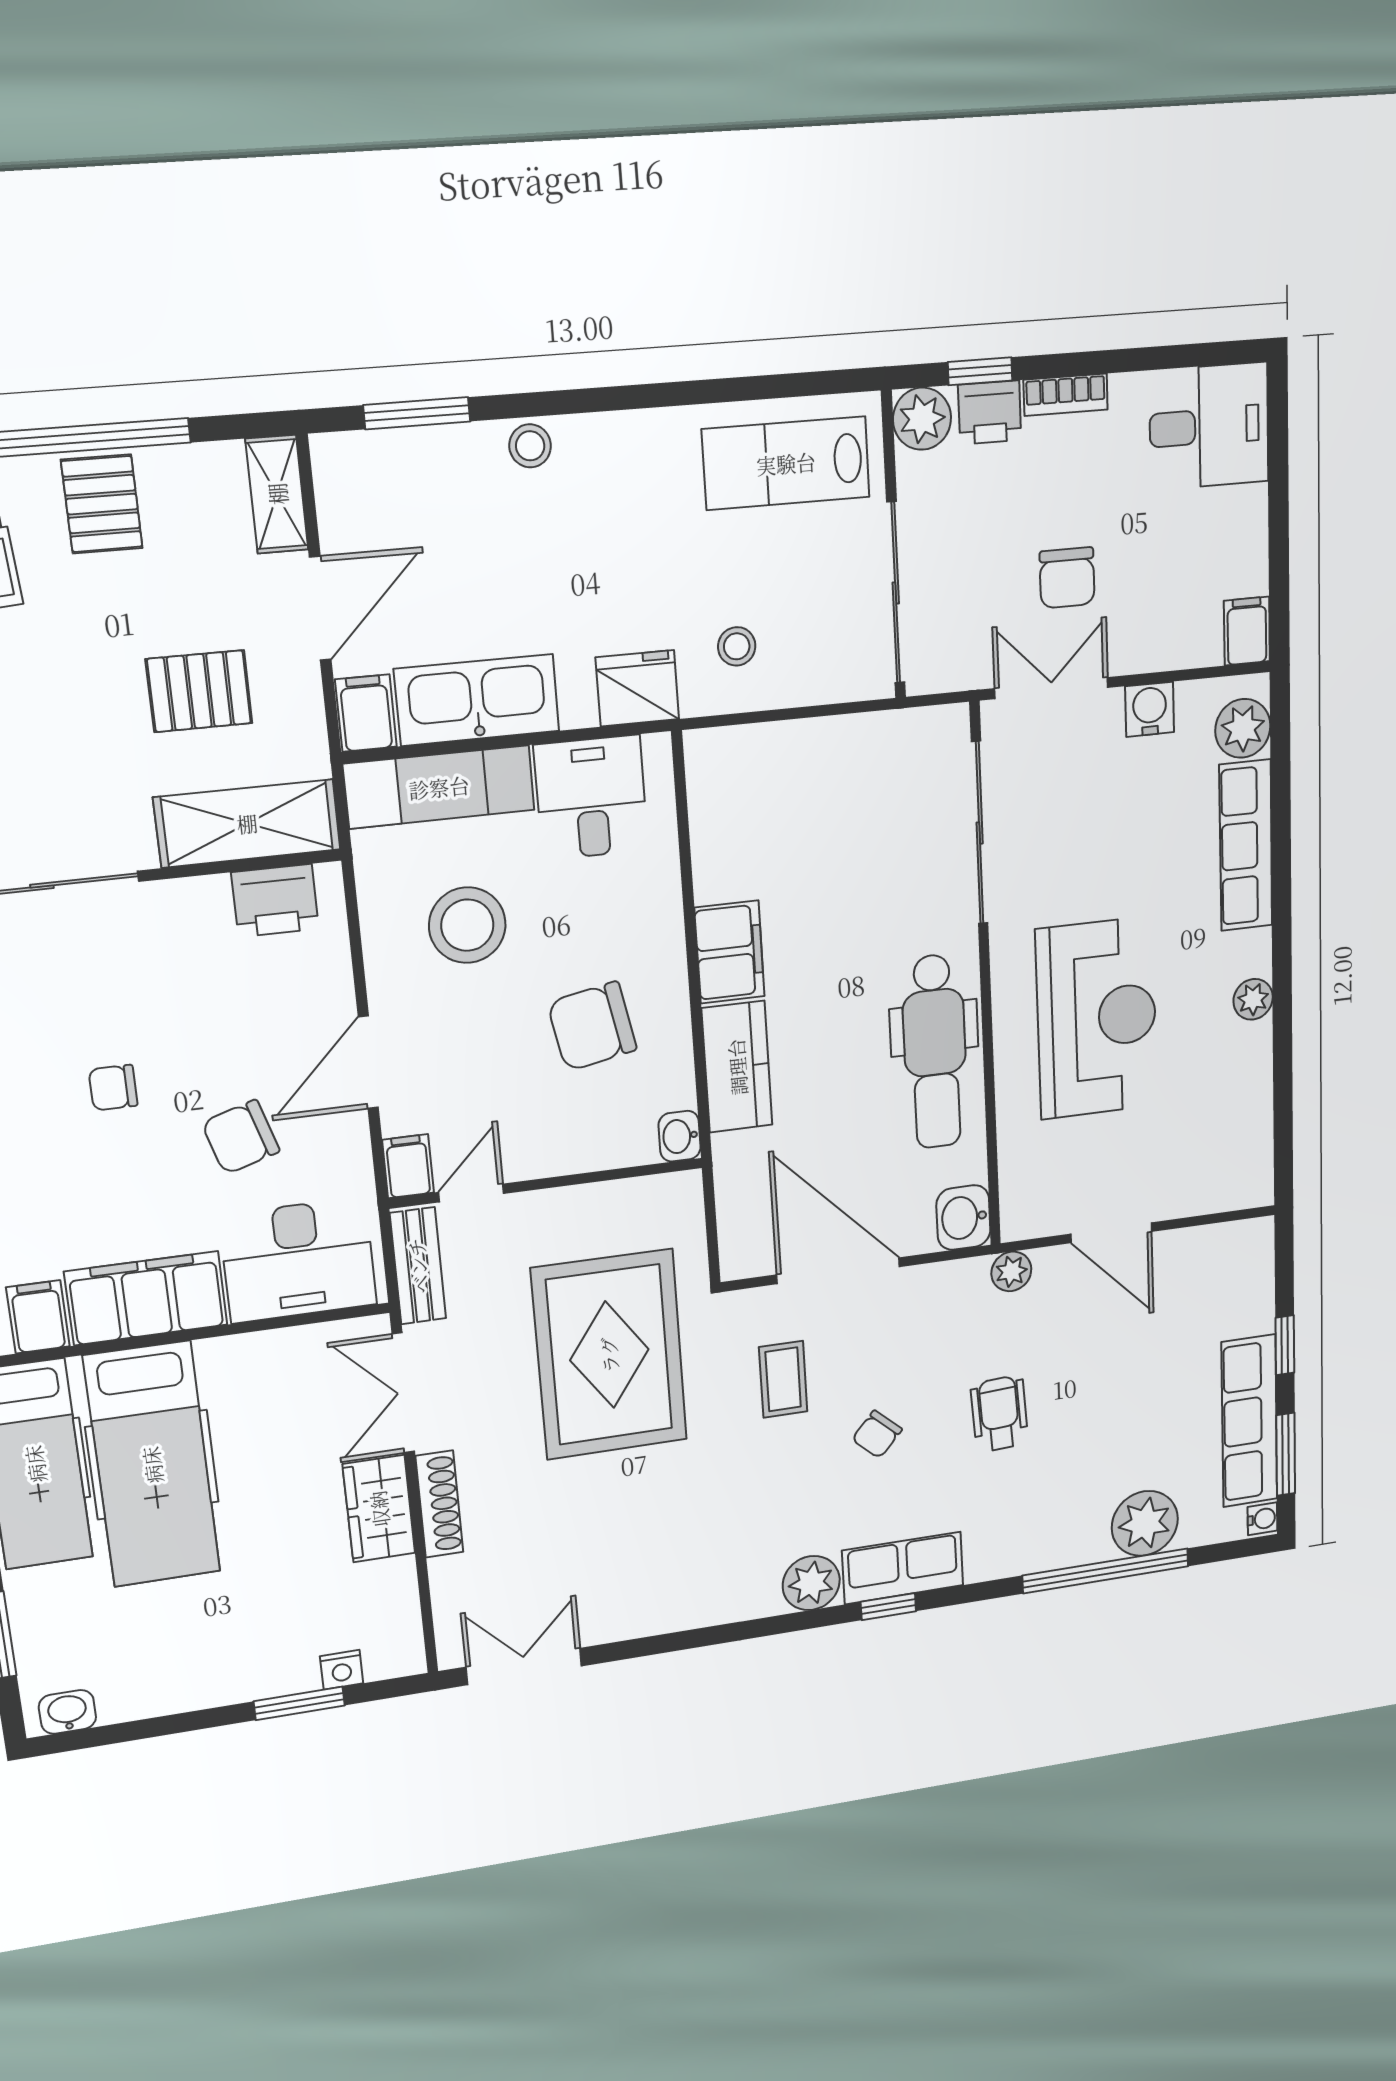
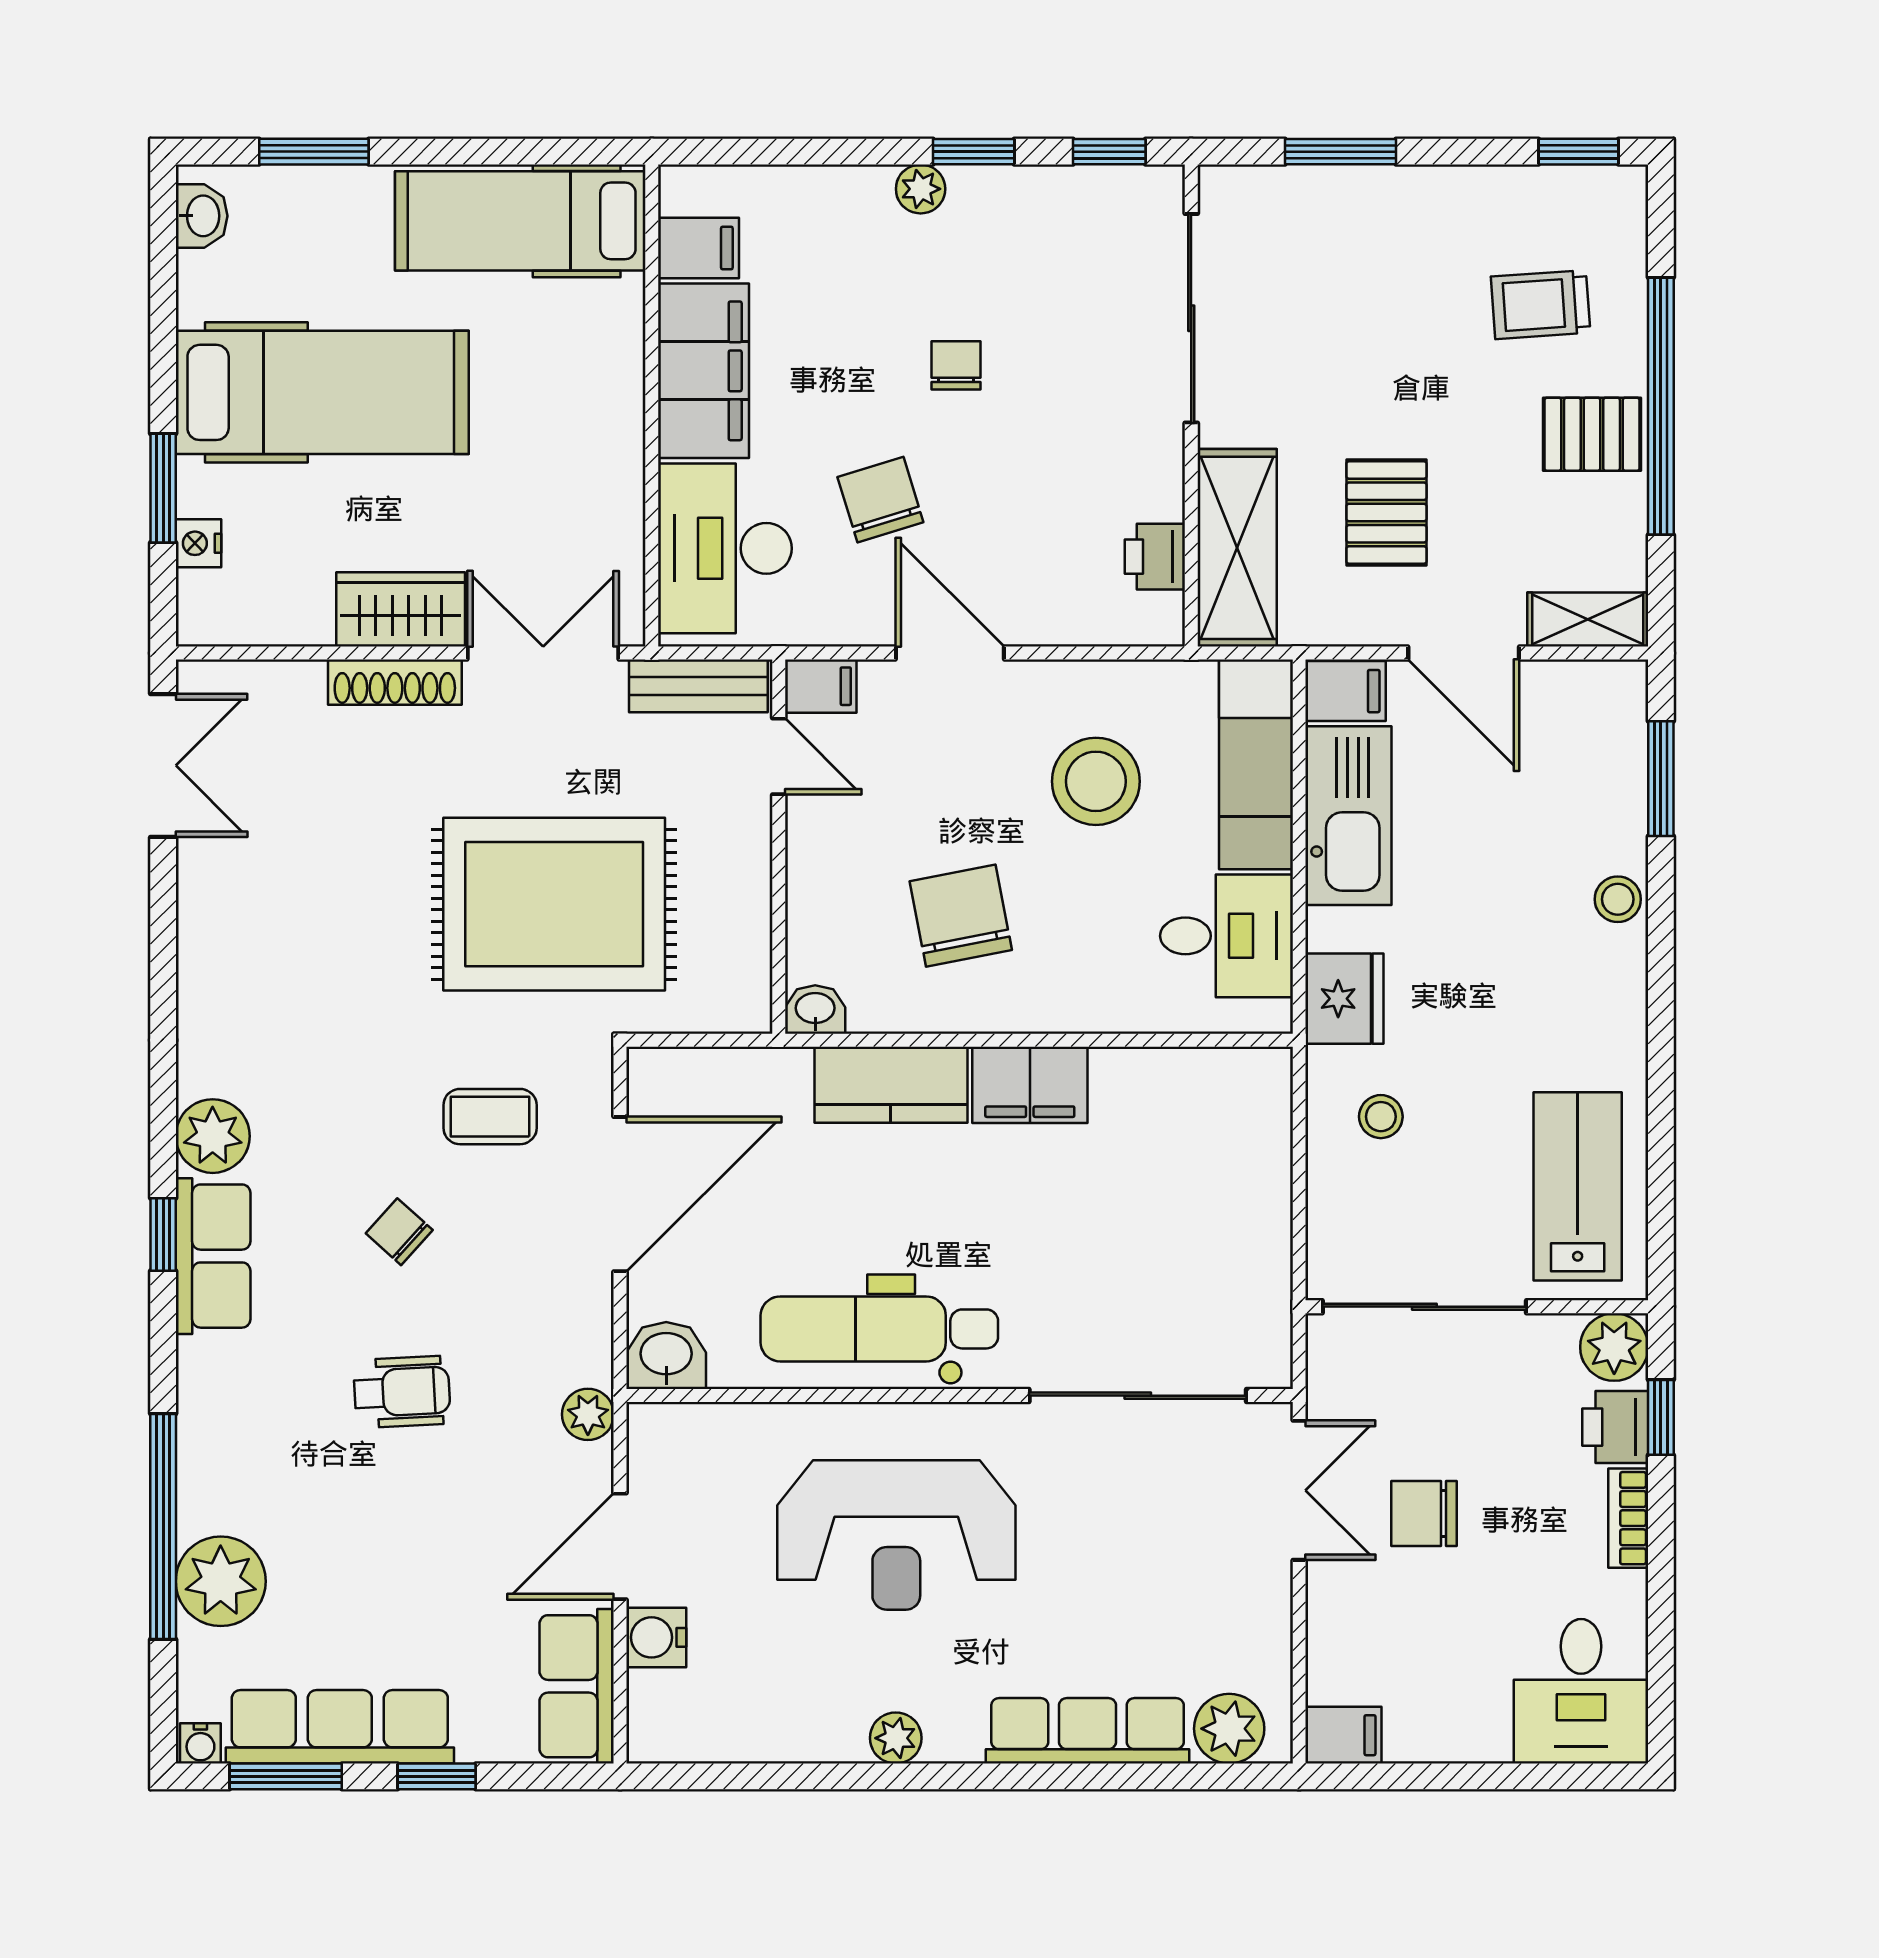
water cooler: (1150, 709) -> (656, 1637), moved, turned 180
printer: (275, 901) -> (1155, 557), width x0.73, depth x0.81
row of seats: (1217, 1251) -> (577, 1686), added
hospital bed: (152, 1465) -> (322, 392), moved, turned 180

